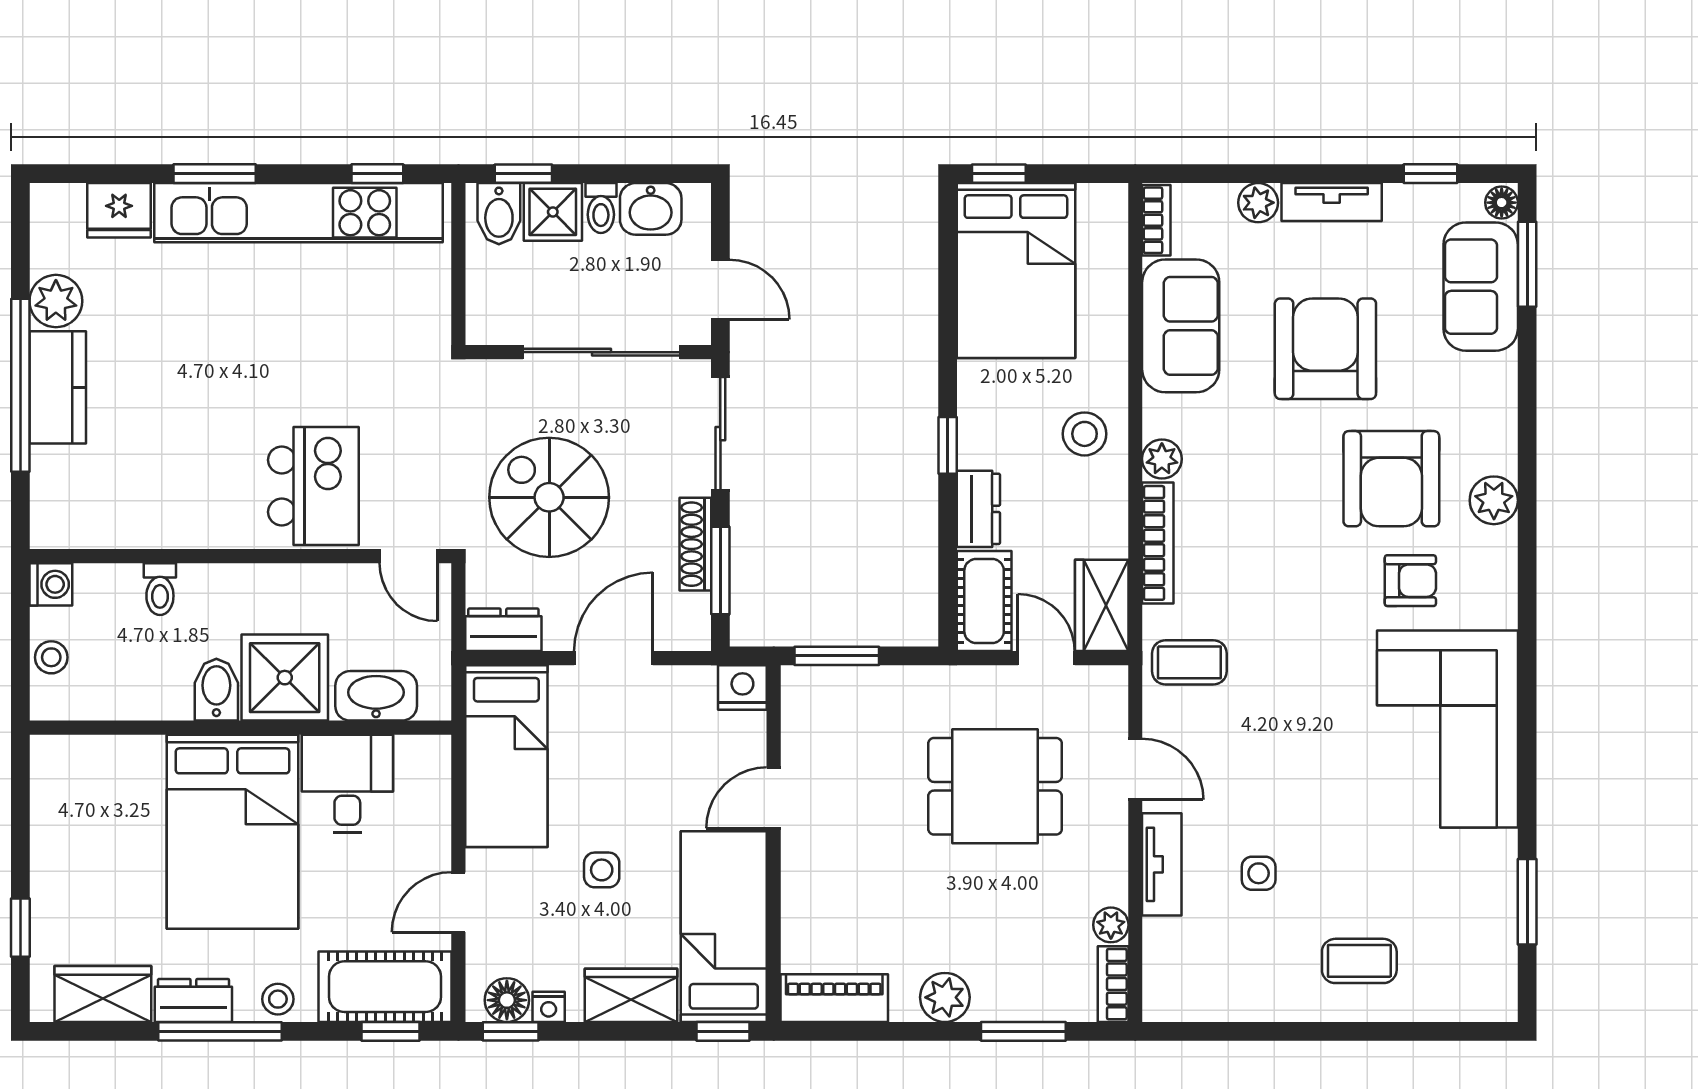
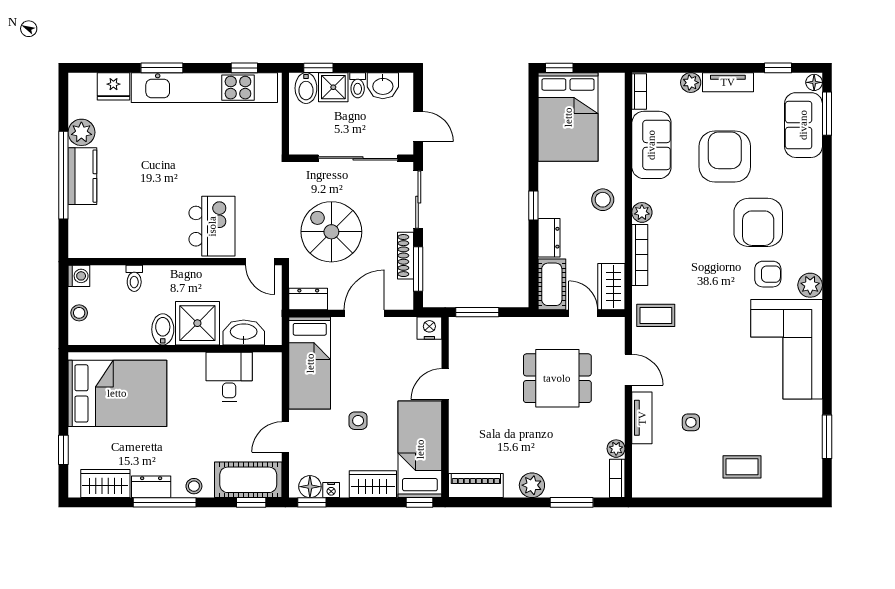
plant: (1494, 500) -> (810, 285), moved
bed: (233, 832) -> (117, 393), moved, turned -90

